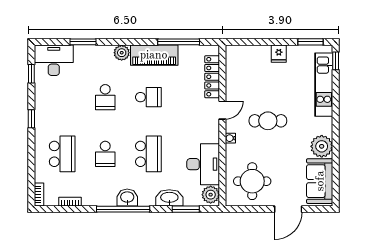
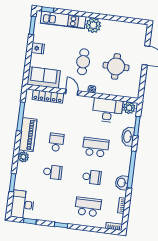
plant: (322, 146) -> (93, 25), moved
round table: (252, 181) -> (116, 66), moved
sofa: (320, 181) -> (44, 78), moved, turned 180
washbasin: (127, 198) -> (122, 183), moved

